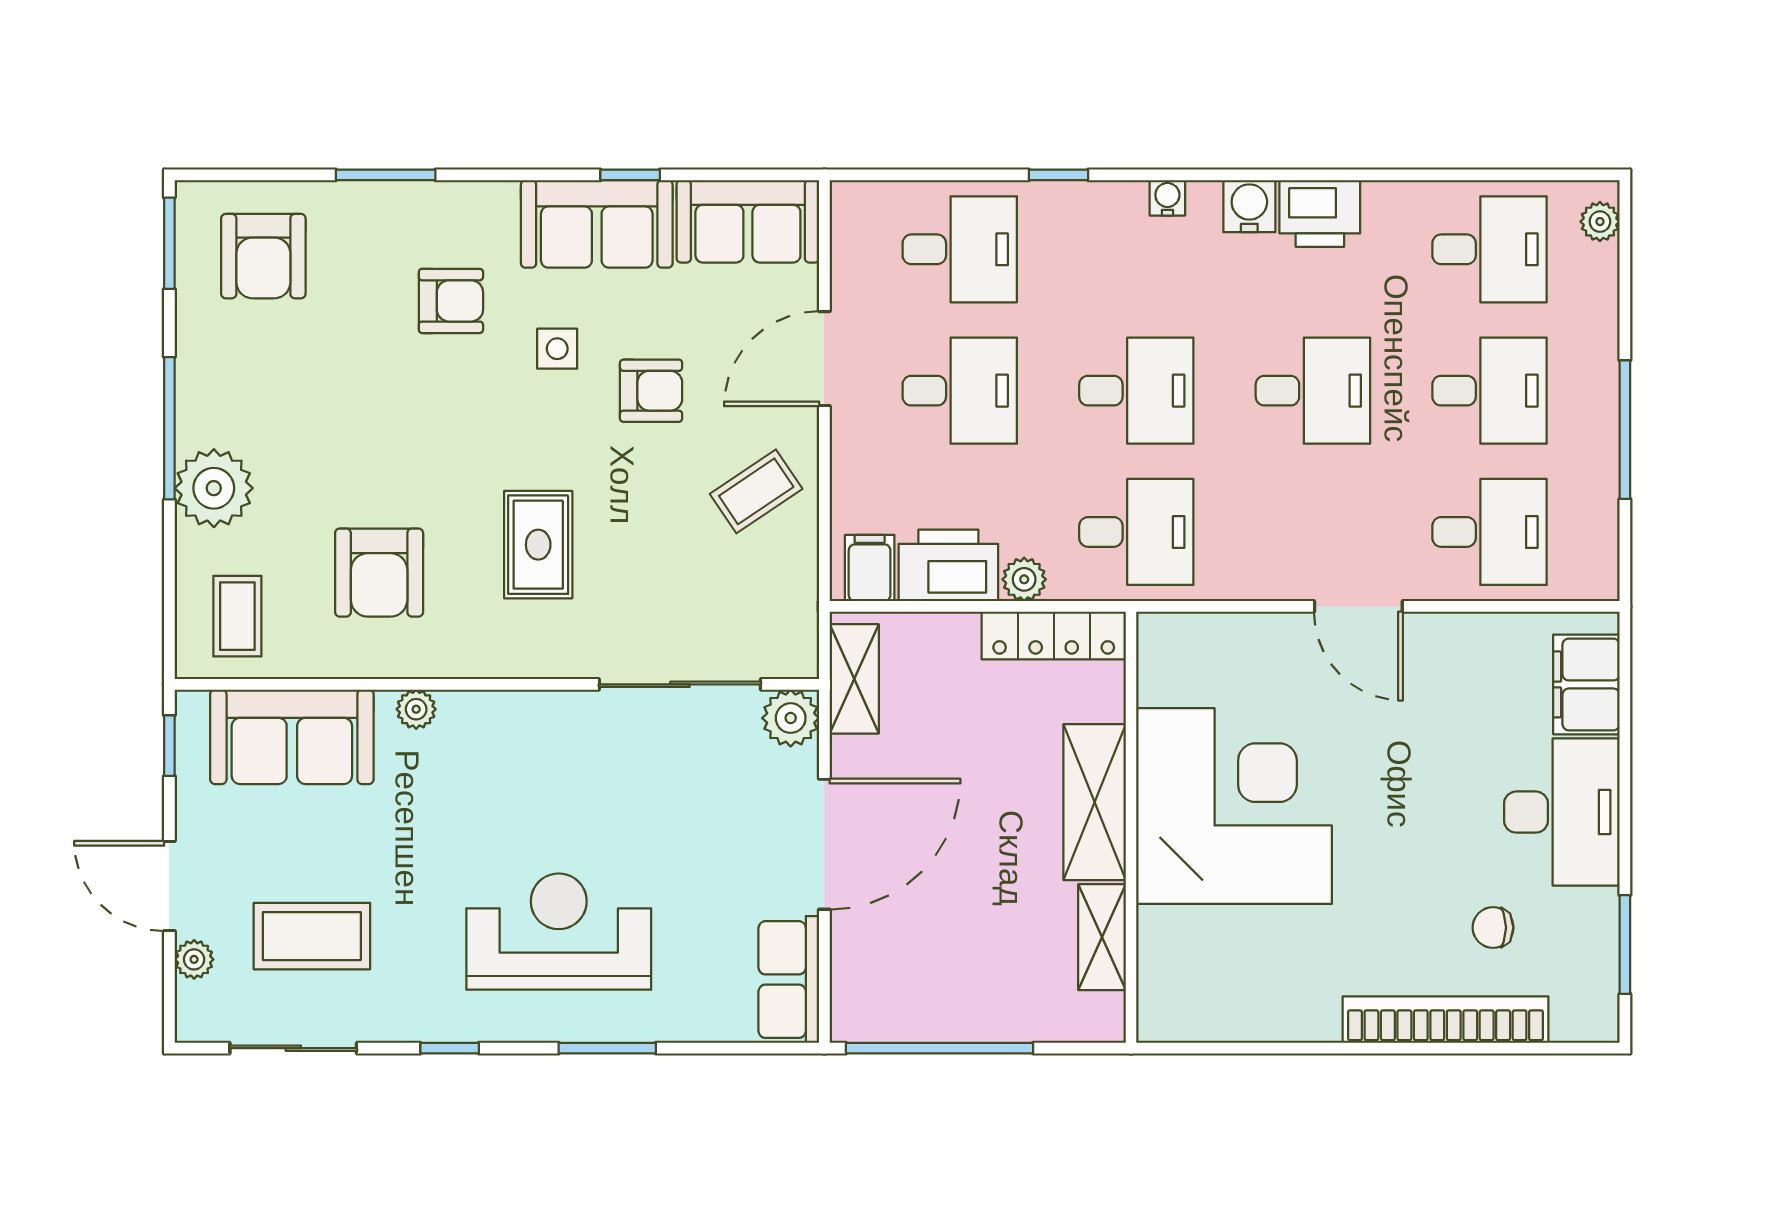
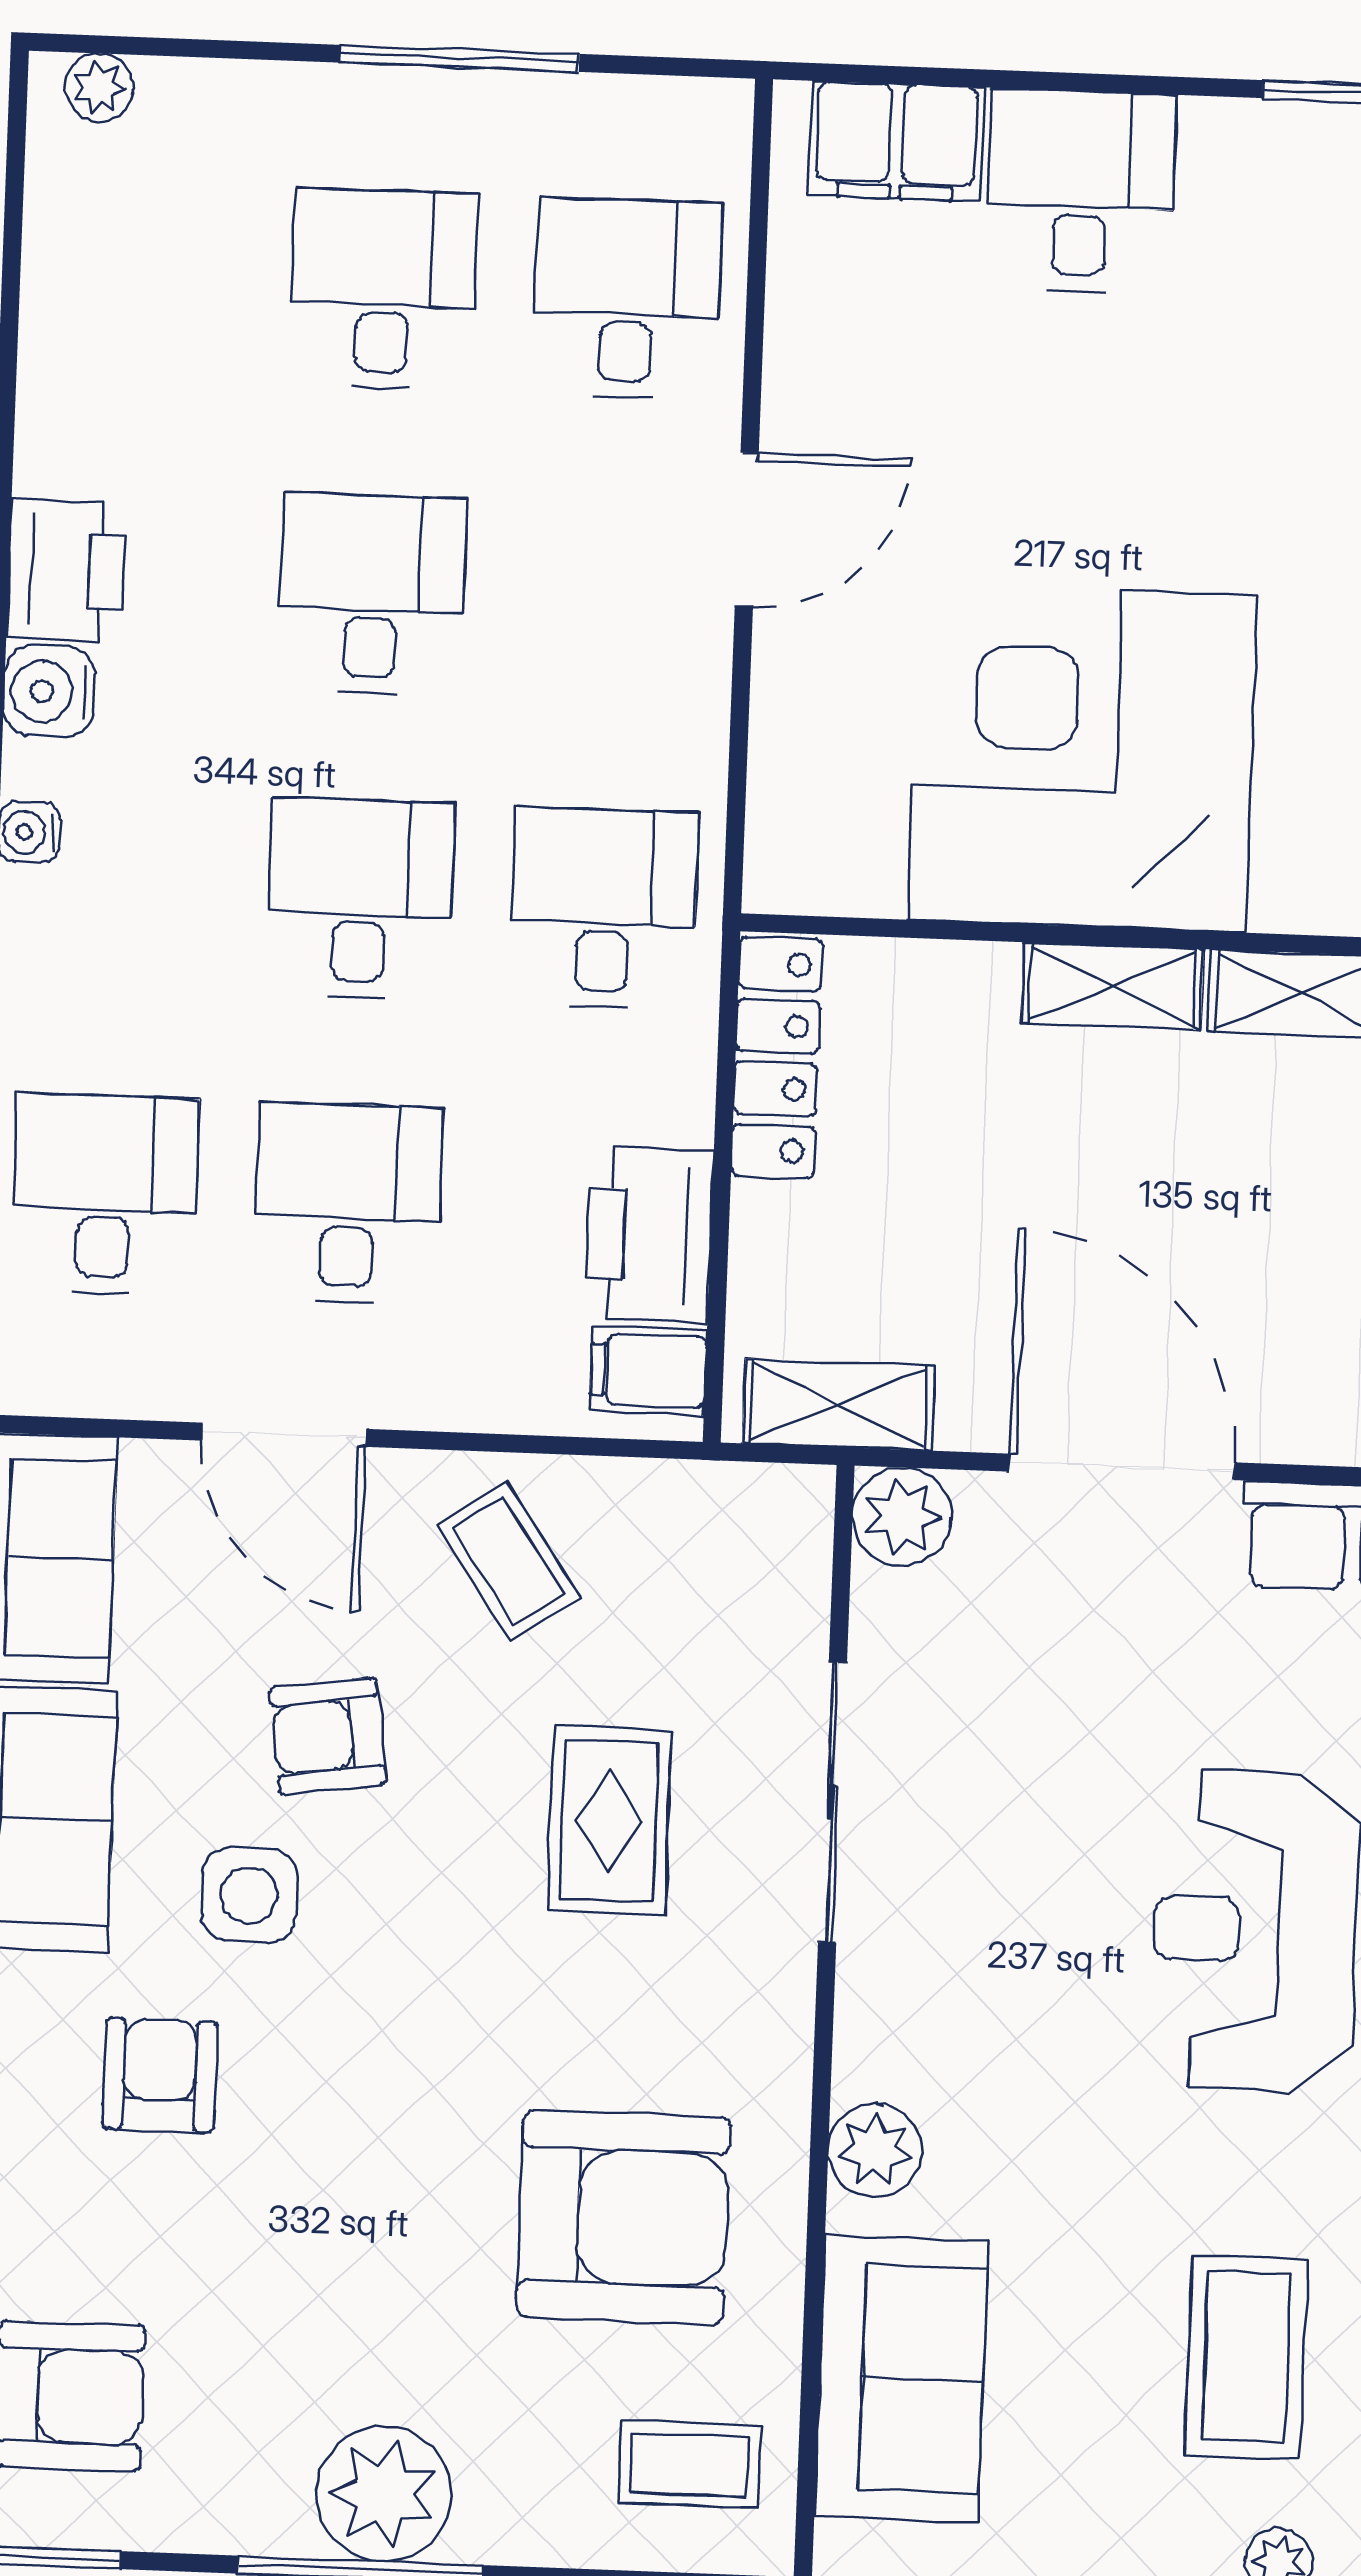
desk: (1489, 249) -> (139, 280), removed
side table: (557, 349) -> (249, 1895), width x1.37, depth x1.37
armchair: (651, 391) -> (328, 1736), turned -98
plant: (214, 488) -> (384, 2494), moved
rug: (538, 545) -> (609, 1820), moved, turned 90
armchair: (379, 573) -> (624, 2217), width x1.36, depth x1.36
plant: (1024, 579) -> (678, 1105), removed
sliding door: (680, 684) -> (833, 1803), moved
plant: (416, 709) -> (875, 2150), width x1.38, depth x1.38
shelving: (1095, 802) -> (1112, 986), width x0.67, depth x0.75
desk: (1562, 812) -> (1081, 191), width x0.73
chair: (1493, 928) -> (1310, 319), removed

